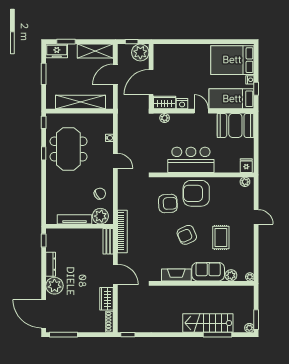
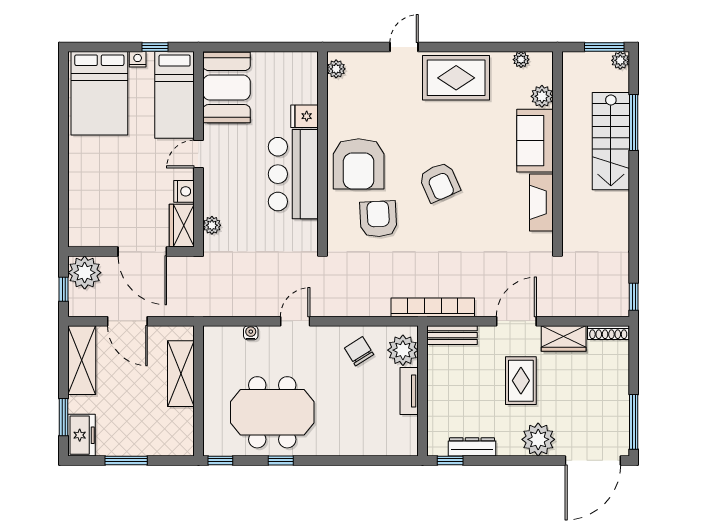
shelving: (80, 102) -> (181, 374), width x0.68
fridge: (246, 166) -> (304, 116), moved
tv unit: (74, 219) -> (409, 391), width x0.71
rug: (221, 237) -> (456, 78), moved, width x1.36, depth x1.43
dresser: (51, 264) -> (472, 447), moved
sofa: (208, 272) -> (535, 141), moved
fireplace: (176, 275) -> (541, 202), moved
plant: (231, 275) -> (542, 96), moved
rug: (85, 277) -> (521, 381), added
wall: (204, 283) -> (557, 149), moved

